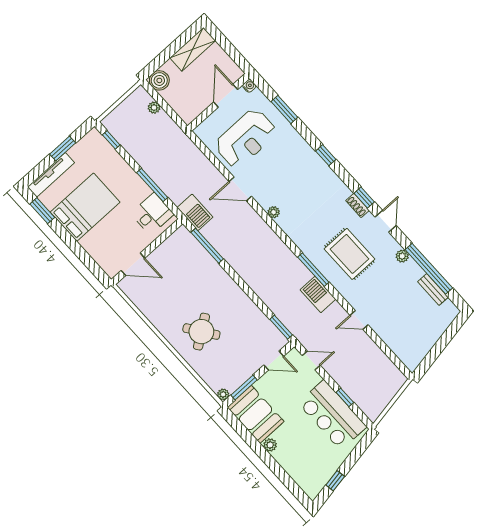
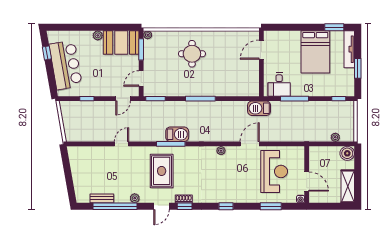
reception desk: (246, 138) -> (274, 171), turned 180
door: (386, 221) -> (162, 206), hinge flipped
window: (207, 246) -> (200, 99), moved
rug: (349, 254) -> (162, 171), turned 90
barbecue: (318, 295) -> (177, 134), moved
round table: (201, 332) -> (192, 54), turned 35
bar counter: (332, 415) -> (66, 65), moved, turned 80

